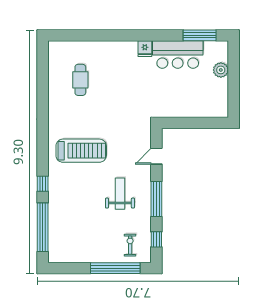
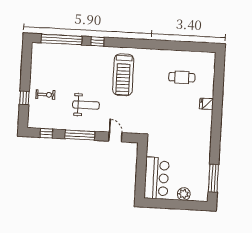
fridge: (145, 49) -> (206, 104), moved
bar counter: (178, 54) -> (157, 178), moved, turned 180
exercise bike: (130, 245) -> (45, 95), moved
window: (115, 268) -> (24, 98), width x0.32

